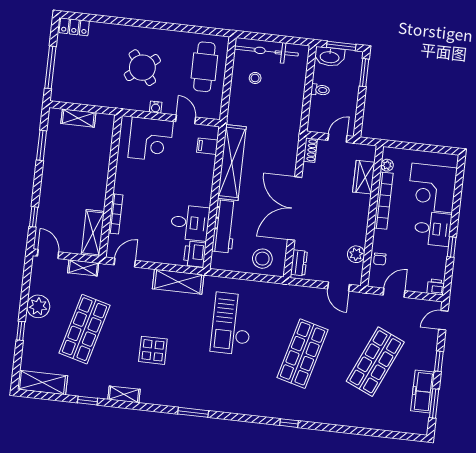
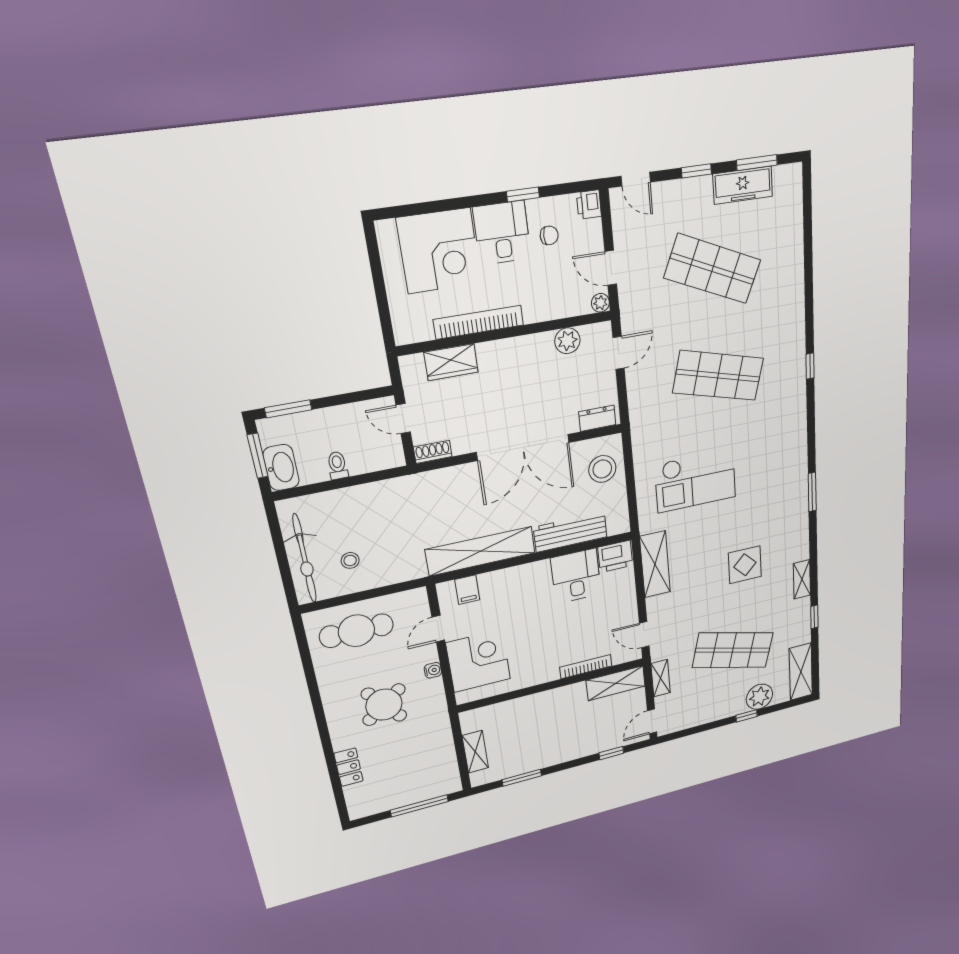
locker: (74, 27) -> (349, 767), moved
plant: (387, 165) -> (600, 303), moved
chair: (380, 259) -> (549, 235), moved
plant: (38, 306) -> (759, 697), moved

